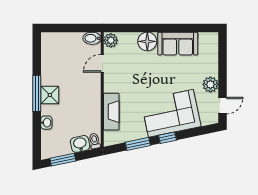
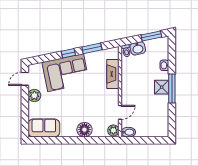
sofa: (178, 44) -> (44, 128), moved

